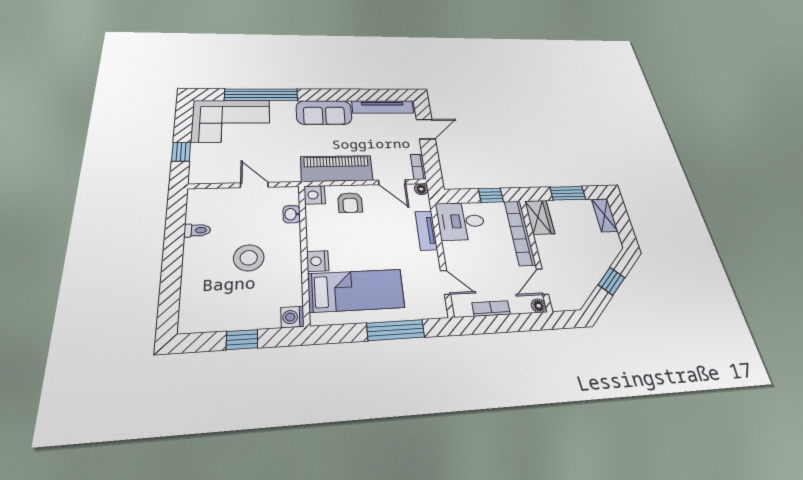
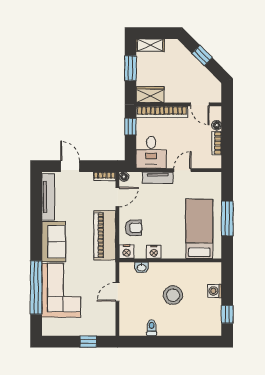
corner sofa: (231, 121) -> (61, 290), moved
nightstand: (318, 261) -> (154, 252), moved
door: (445, 282) -> (183, 170), moved
floor lamp: (539, 306) -> (217, 125), moved
washing machine: (292, 317) -> (215, 291), moved, turned 90
window: (395, 330) -> (227, 218), moved
window: (242, 340) -> (227, 314), moved

